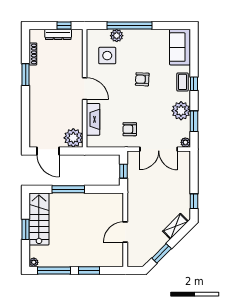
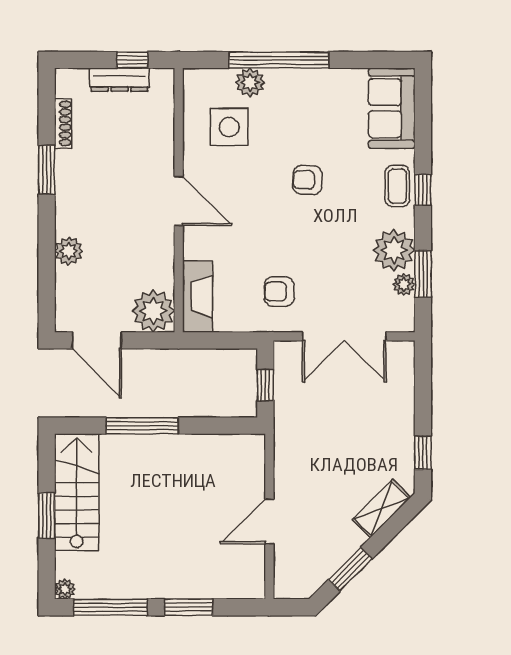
plant: (35, 111) -> (69, 251), added
fireplace: (93, 119) -> (197, 296), moved
plant: (185, 142) -> (404, 284), moved

